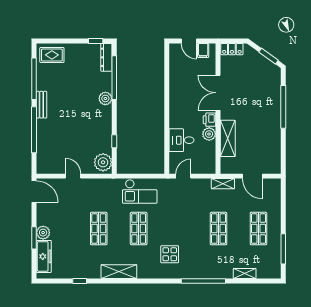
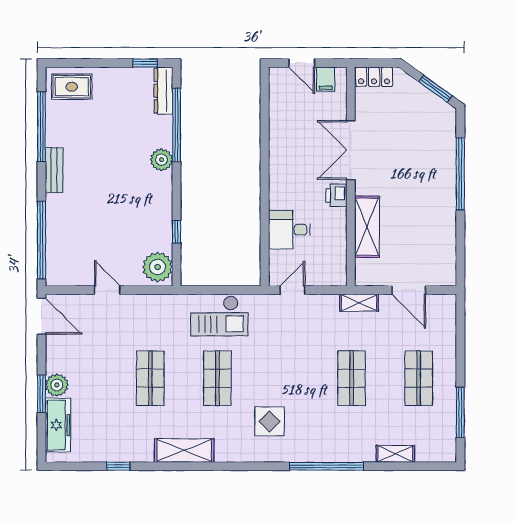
window: (34, 130) -> (42, 240), moved
plant: (209, 134) -> (336, 219), removed

